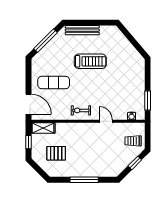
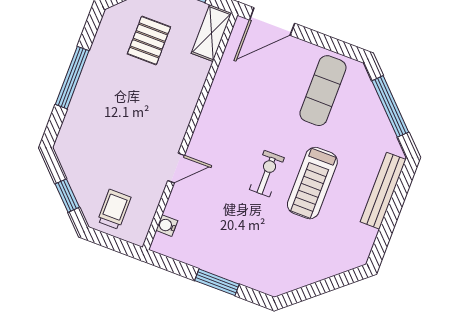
exercise mat: (54, 82) -> (323, 91), moved
window: (148, 101) -> (217, 282), moved
exercise bike: (81, 110) -> (267, 174), moved

